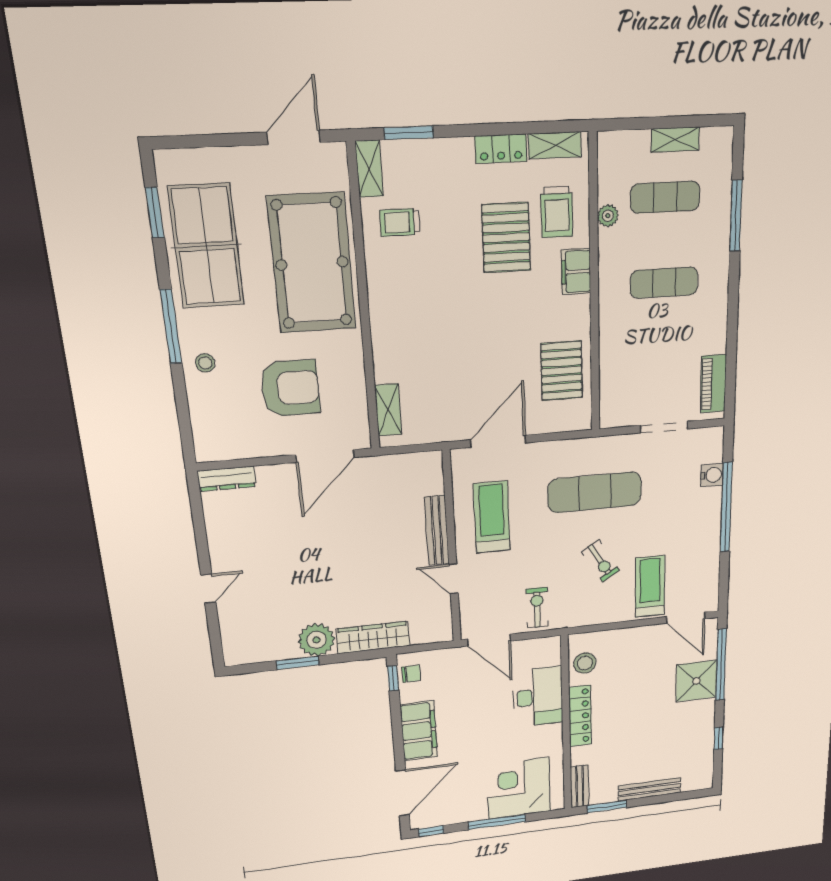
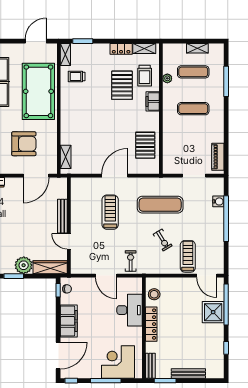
bench: (437, 530) -> (62, 216), moved
wall: (452, 548) -> (69, 226), moved
door: (454, 579) -> (69, 241), moved

